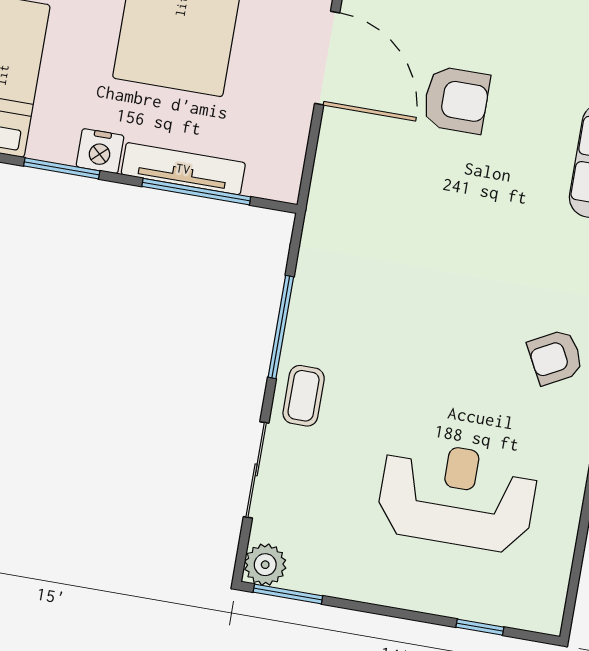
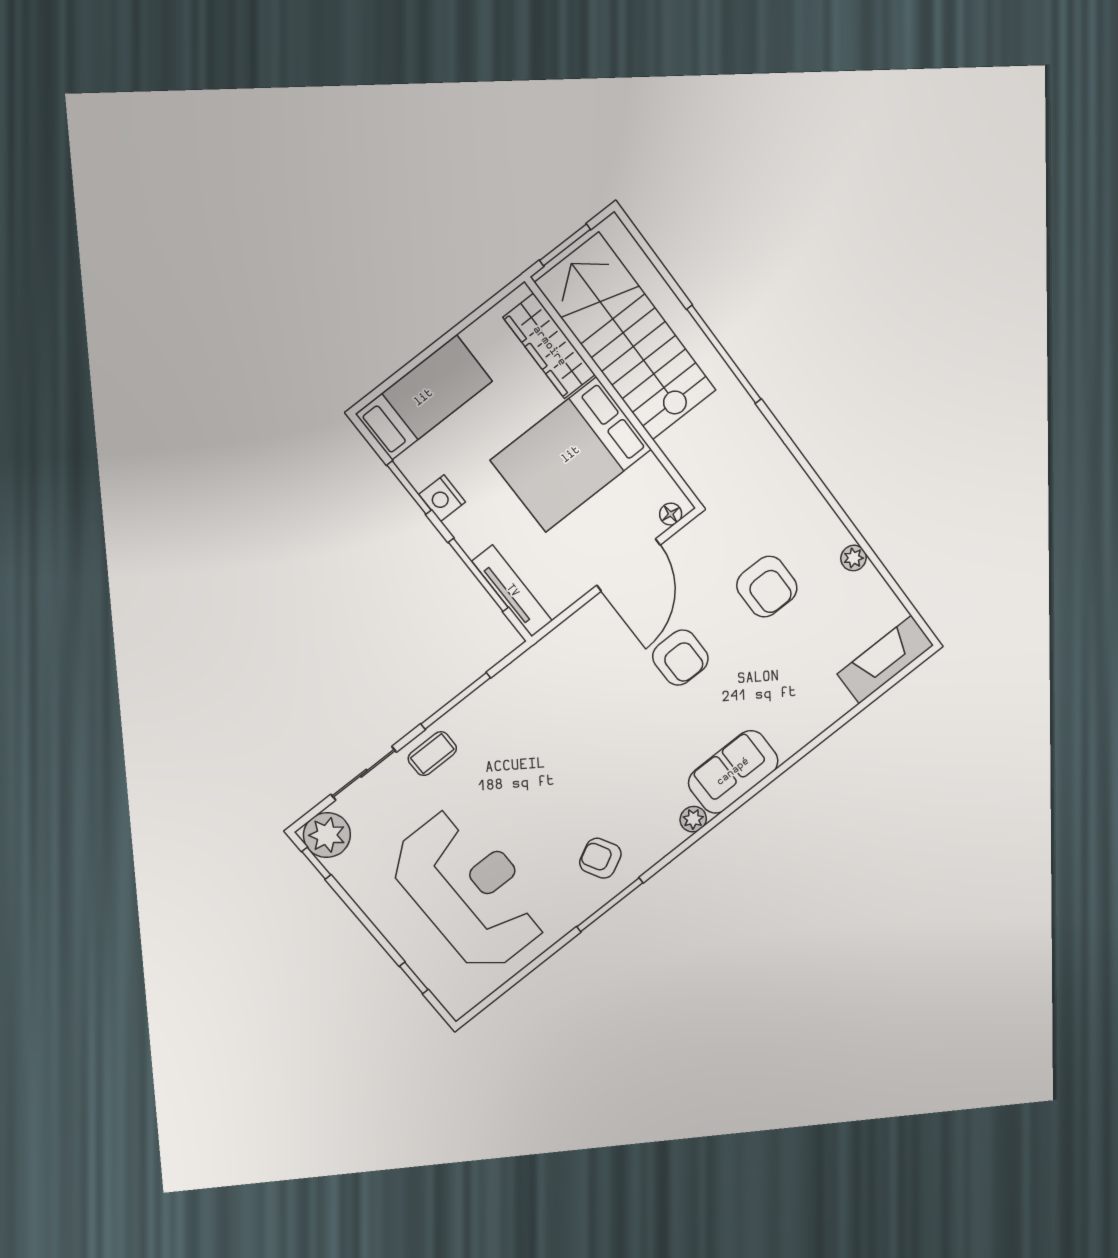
tv unit: (183, 169) -> (512, 591), moved
reception desk: (457, 496) -> (470, 890), width x1.36, depth x1.30
plant: (265, 565) -> (327, 835), width x1.36, depth x1.36
window: (288, 594) -> (316, 863), width x0.67

